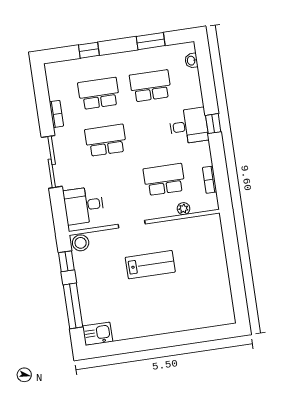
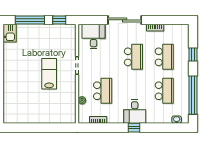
window: (151, 41) -> (193, 95), width x2.11
stool: (81, 243) -> (70, 31), removed
lab bench: (150, 265) -> (49, 74), turned 180

